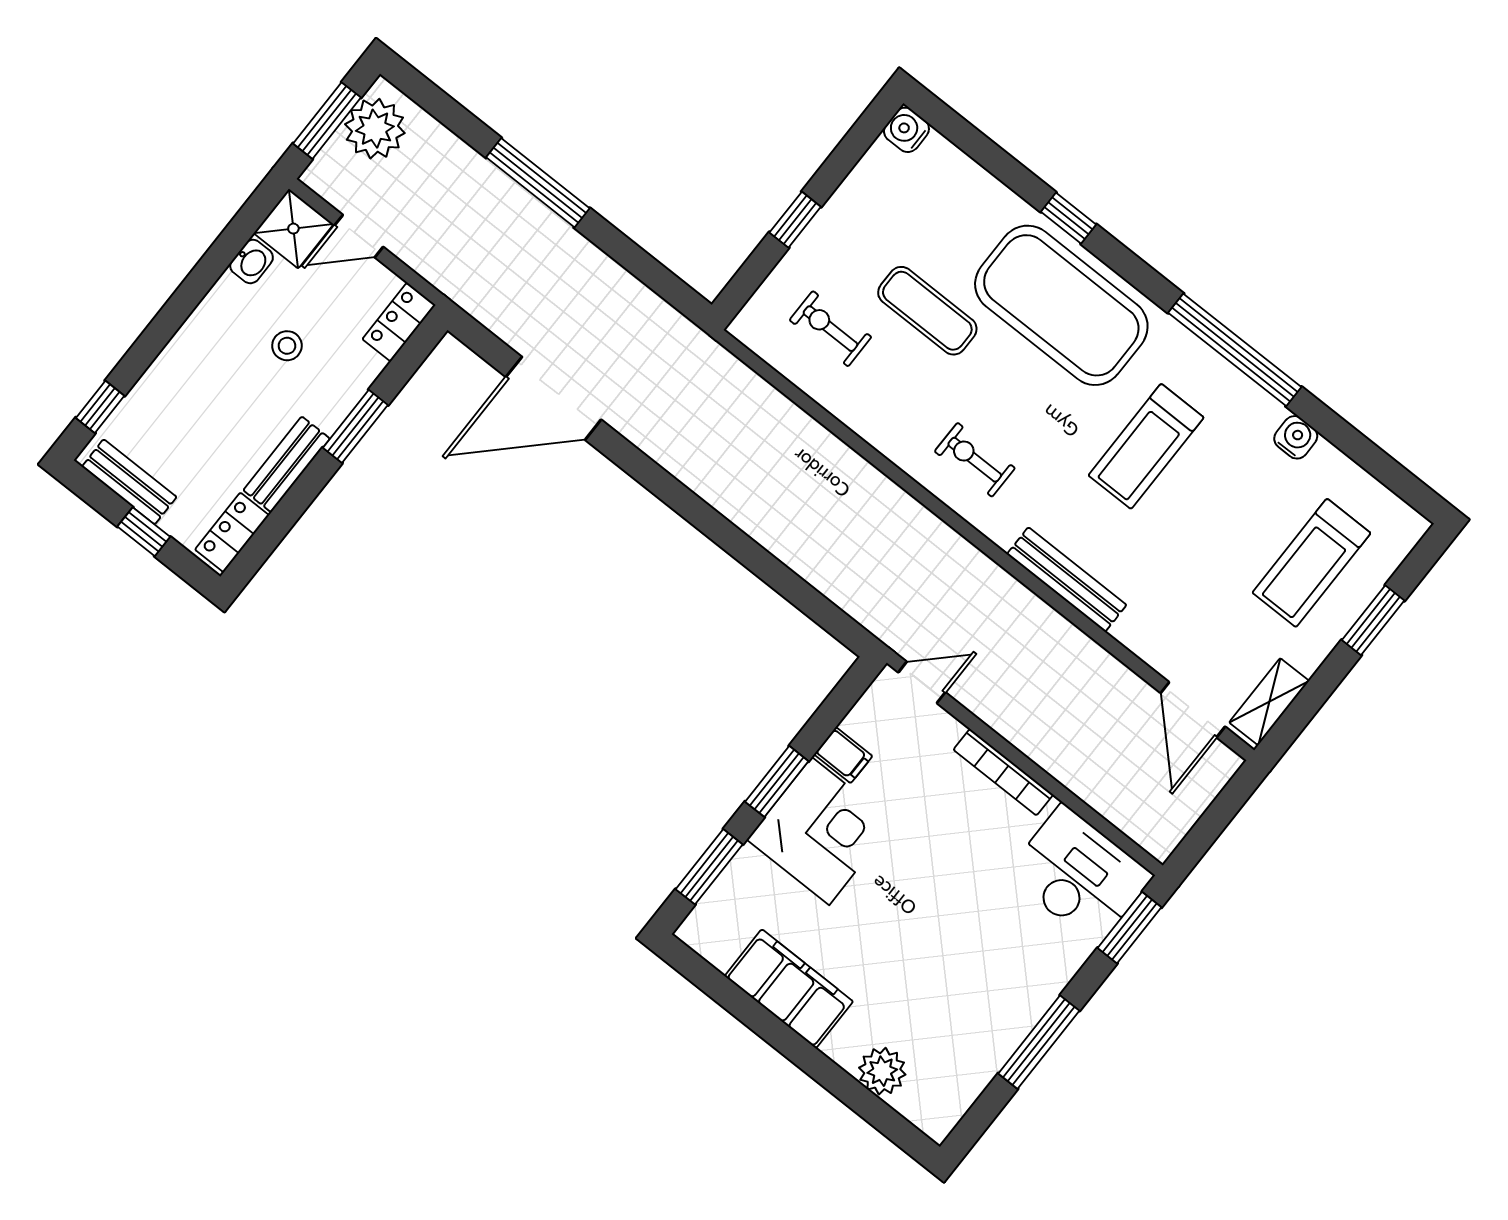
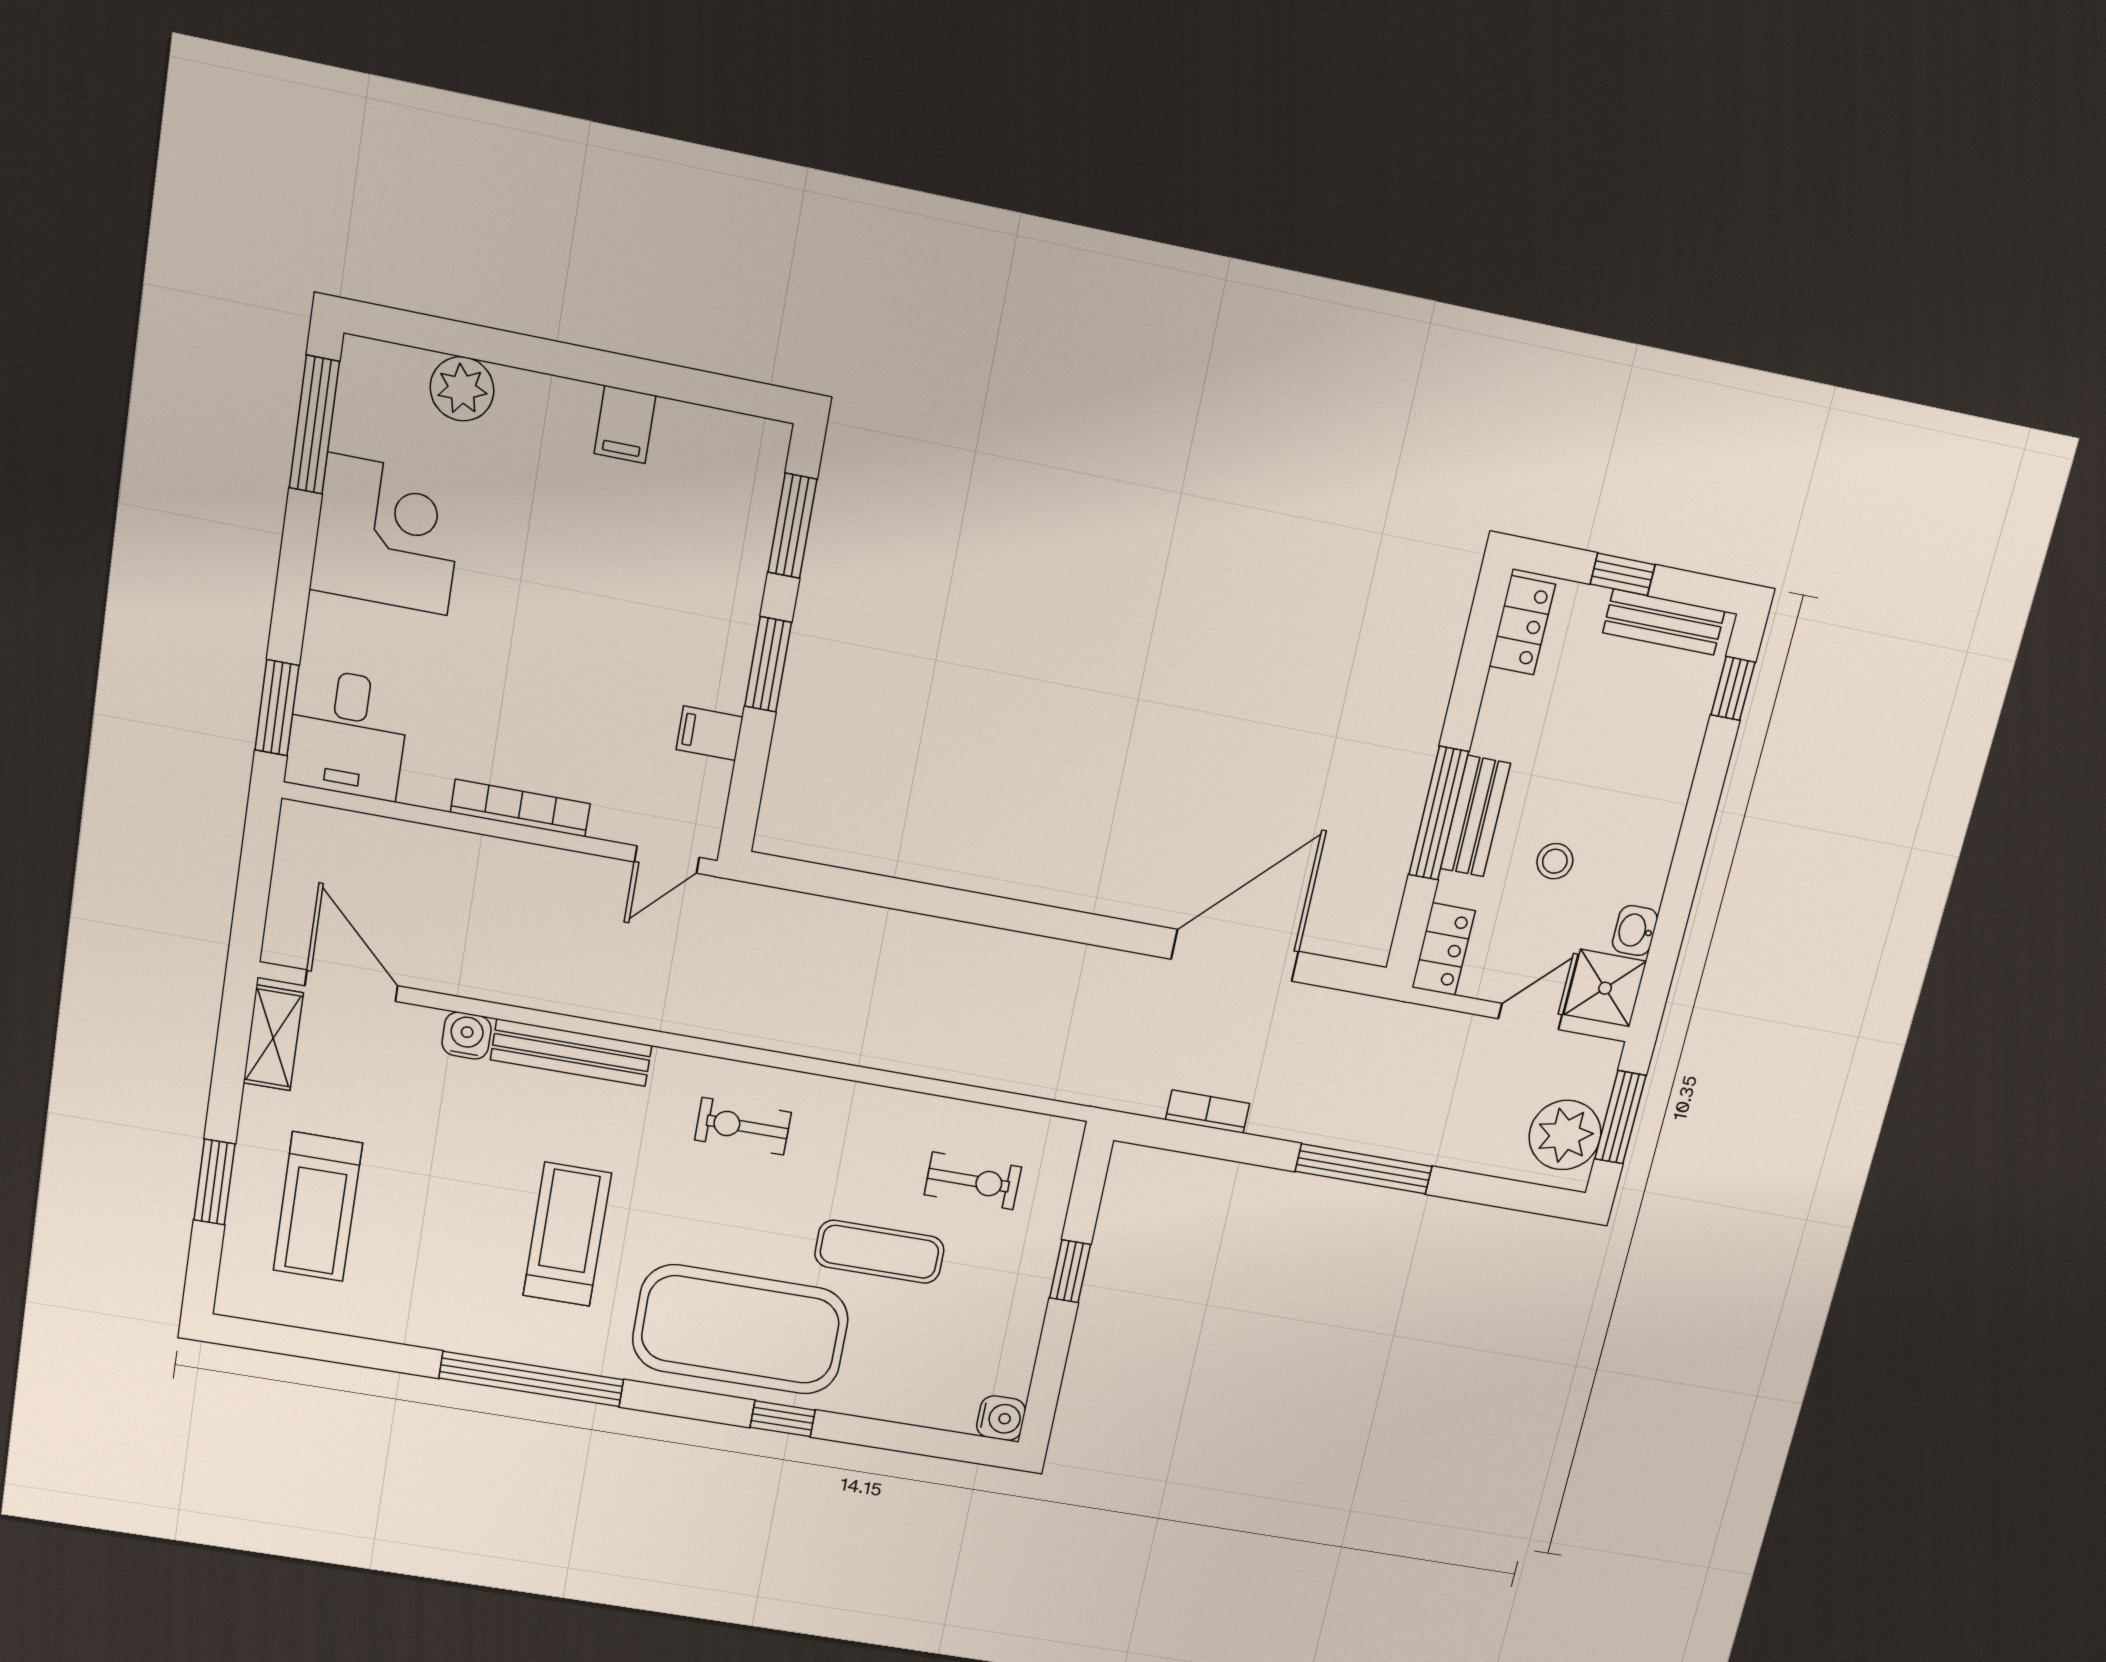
bookcase: (632, 290) -> (1208, 1112), added
window: (355, 426) -> (1439, 813), width x1.44
water cooler: (1296, 437) -> (467, 1036), moved, turned 180
exercise bike: (975, 460) -> (743, 1126), turned 180
bench: (287, 464) -> (1475, 816), moved
treadmill: (1311, 563) -> (318, 1207), turned 180
corner desk: (820, 831) -> (388, 534), moved, turned 180
desk: (1080, 875) -> (347, 734), width x0.73
filing cabinet: (789, 989) -> (625, 425), width x0.33, depth x0.86
window: (1039, 1042) -> (314, 425), moved

